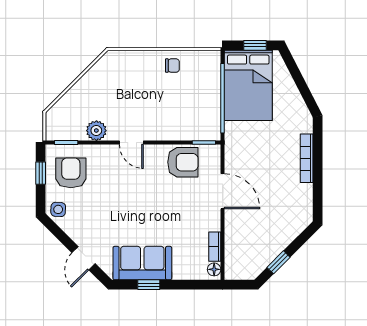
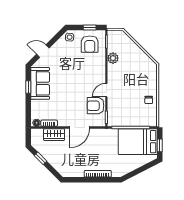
door: (131, 142) -> (106, 90), moved
armchair: (183, 162) -> (96, 106), turned 90
armchair: (71, 173) -> (90, 44), turned 90
wardrobe: (235, 238) -> (54, 135), added

